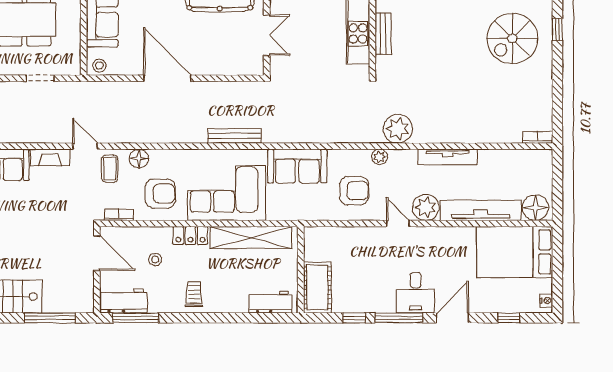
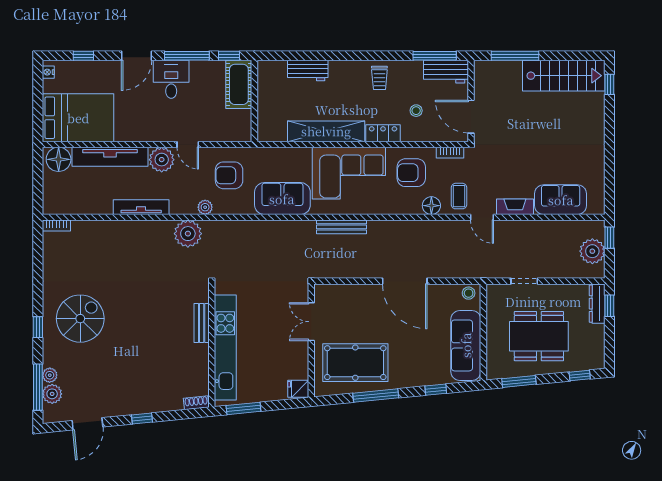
wall: (301, 270) -> (254, 101), moved
cot: (317, 287) -> (239, 84), moved

